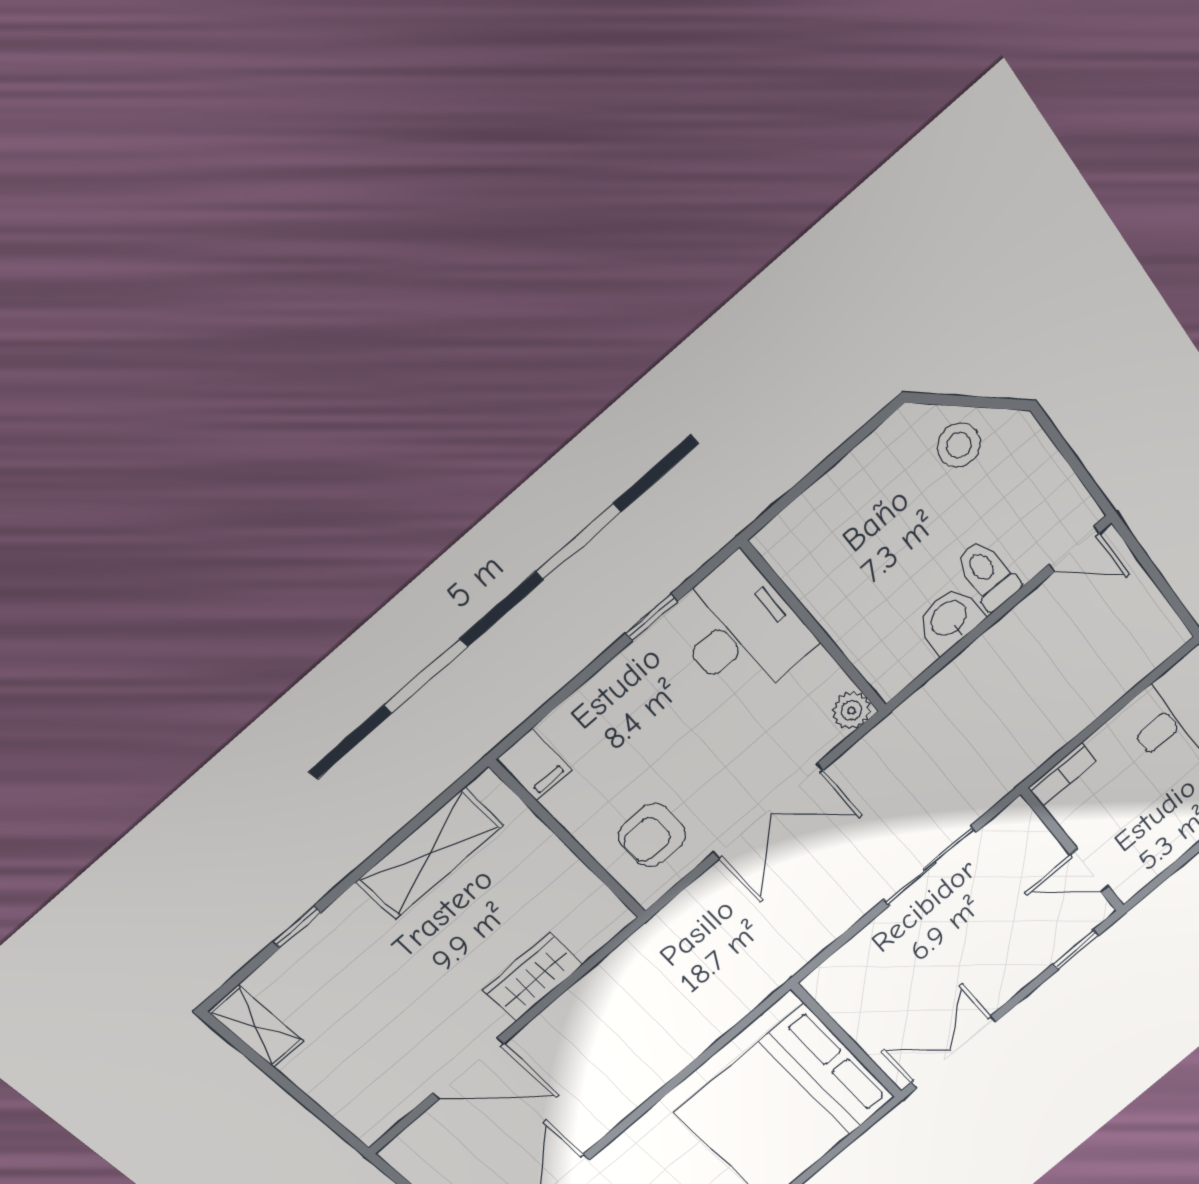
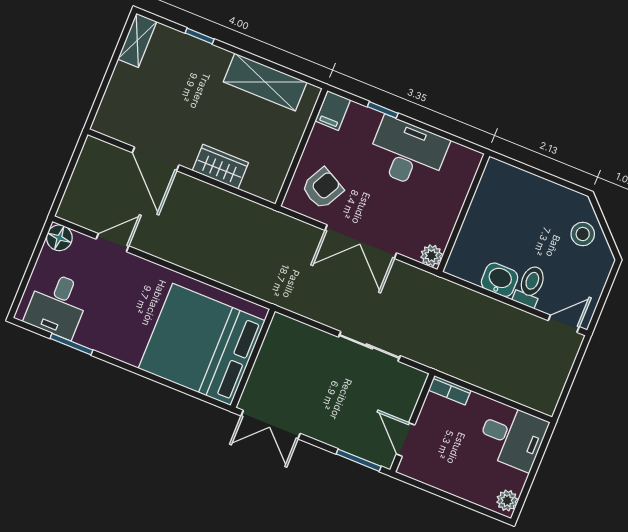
door: (1074, 549) -> (564, 324), swing flipped
window: (652, 617) -> (383, 110), moved
desk: (740, 631) -> (407, 153), moved, turned -90
armchair: (652, 835) -> (322, 188), turned 118
window: (1076, 950) -> (359, 460), width x1.50
double door: (953, 1052) -> (271, 425), swing flipped

